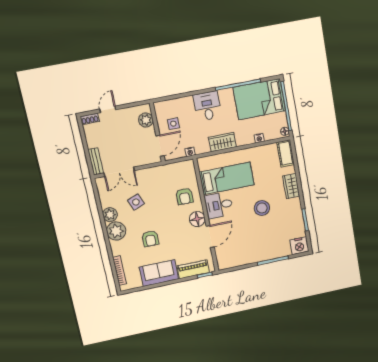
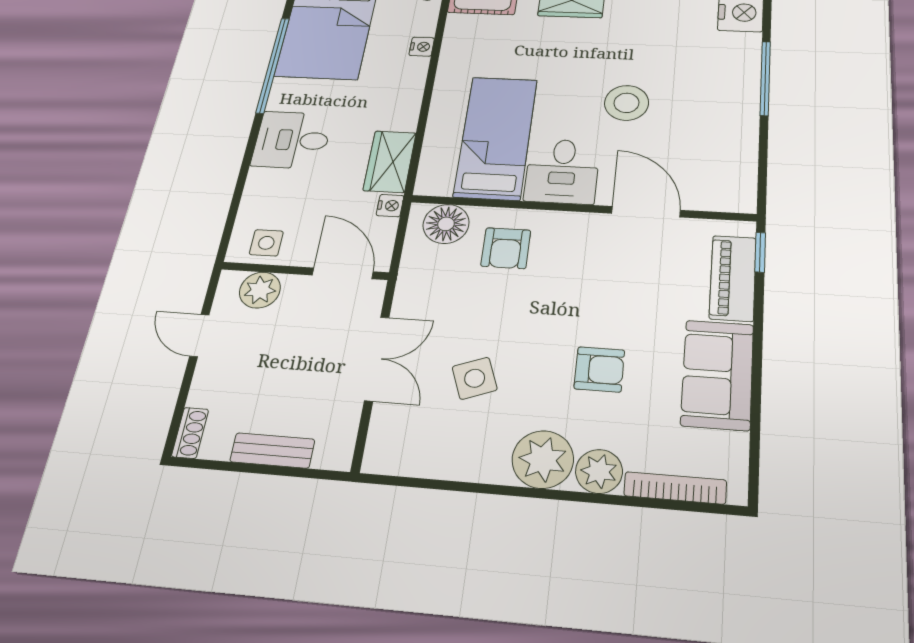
door: (108, 109) -> (199, 335), moved
side table: (173, 124) -> (266, 243), moved
wardrobe: (222, 142) -> (390, 162), moved
bench: (96, 161) -> (272, 451), moved
double door: (119, 172) -> (377, 359), moved
armchair: (184, 196) -> (506, 248), turned 90
stool: (262, 208) -> (626, 103), moved
plant: (110, 215) -> (599, 471), moved
floor lamp: (197, 219) -> (446, 224), moved

